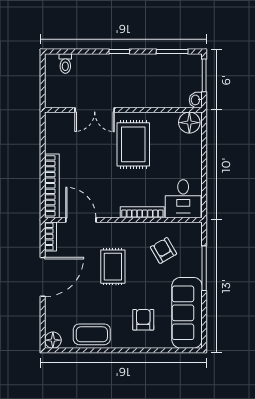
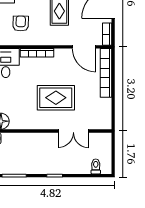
double door: (95, 110) -> (73, 131), swing flipped
rug: (133, 144) -> (56, 98), moved, turned 90
armchair: (164, 250) -> (21, 24), turned -149

